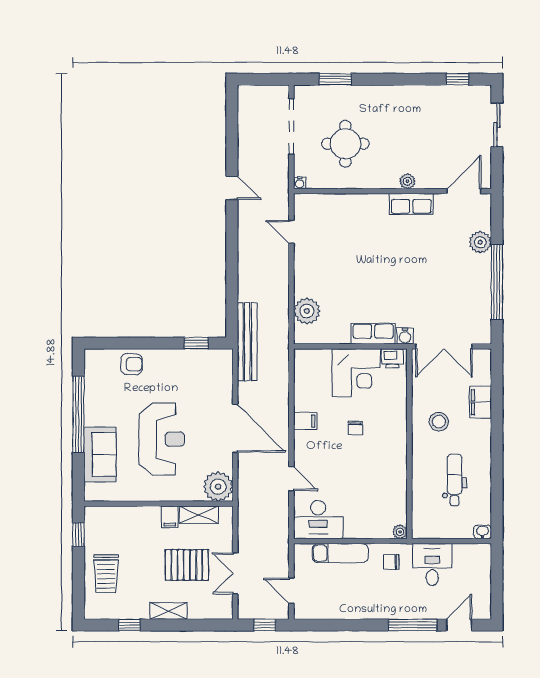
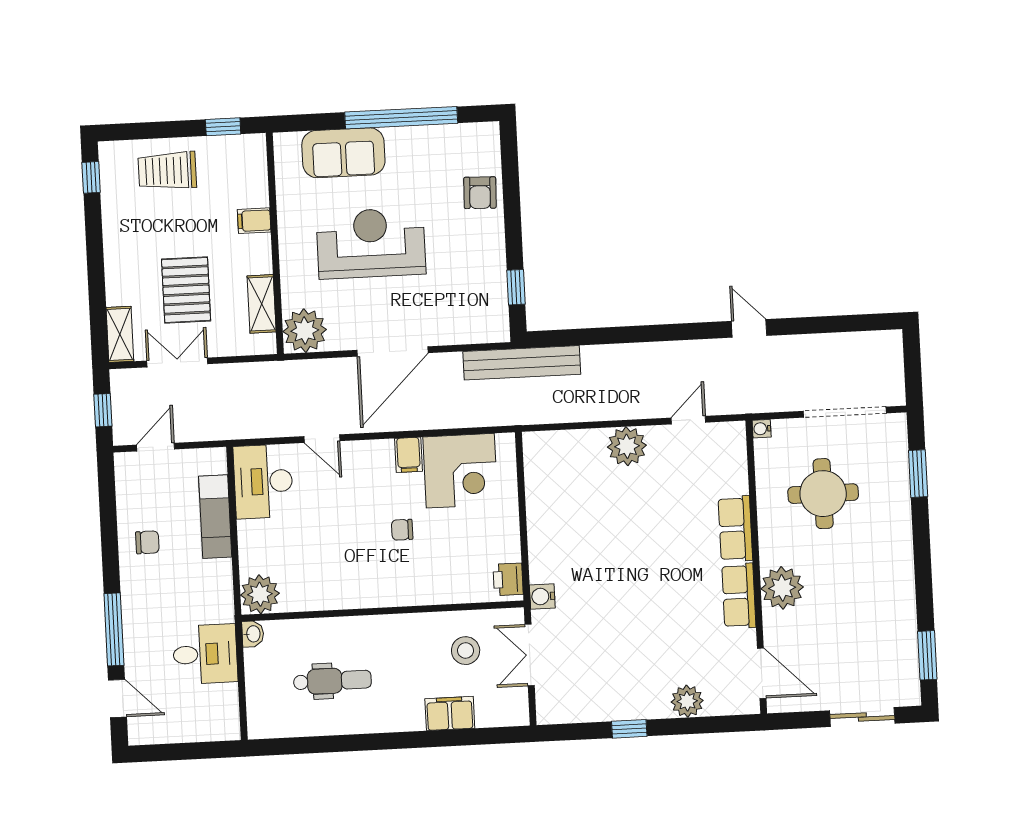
window: (458, 79) -> (927, 655), width x1.50
plant: (407, 181) -> (782, 588), width x1.88, depth x1.88
door: (232, 188) -> (749, 328), swing flipped
window: (497, 282) -> (629, 729), width x0.32
plant: (307, 311) -> (627, 446), moved
row of seats: (373, 334) -> (735, 529), moved, turned 180
double door: (444, 346) -> (530, 655), width x0.73
corner desk: (356, 373) -> (460, 471), moved, turned -90
stool: (439, 422) -> (466, 651), moved
reception desk: (162, 439) -> (371, 243), turned 180
door: (291, 479) -> (322, 439), hinge flipped
filing cabinet: (170, 517) -> (254, 221), moved
plant: (400, 532) -> (260, 594), width x1.88, depth x1.88
washbasin: (483, 532) -> (253, 634), moved
chair: (391, 562) -> (147, 542), moved, turned 90
shelving: (169, 611) -> (120, 334), moved
window: (130, 625) -> (91, 177), moved

